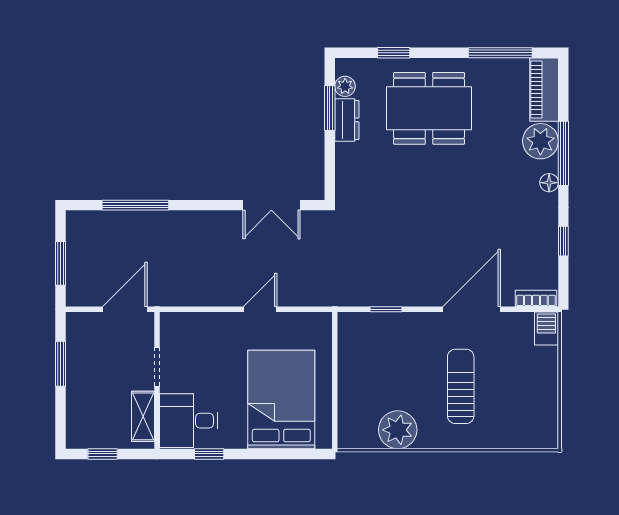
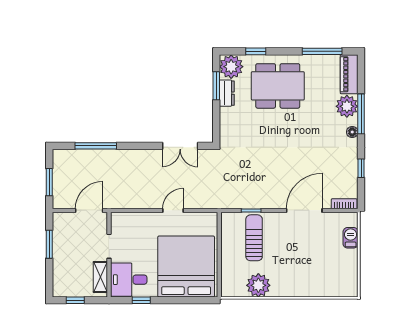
plant: (345, 86) -> (231, 67), width x1.88, depth x1.88
barbecue: (546, 328) -> (351, 238), moved
sun lounger: (461, 386) -> (254, 238), moved
bed: (281, 400) -> (186, 267), width x1.36

